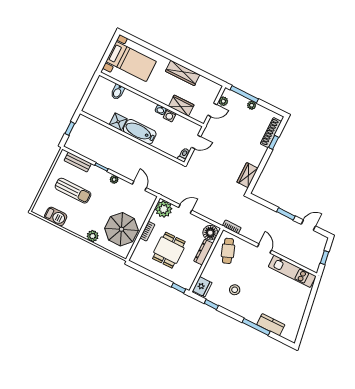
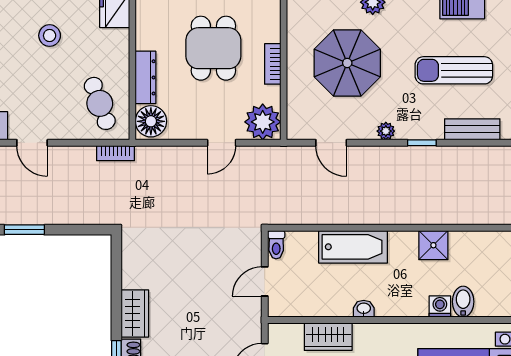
washing machine: (170, 116) -> (440, 306), moved
bathtub: (140, 132) -> (353, 247), moved
wardrobe: (247, 175) -> (135, 313), moved
parasol: (121, 229) -> (347, 63), moved

